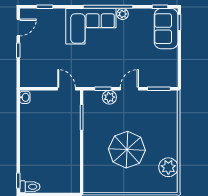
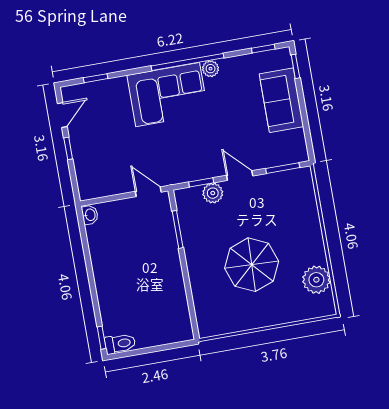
sofa: (166, 29) -> (281, 100), moved
door: (129, 89) -> (240, 176), hinge flipped

